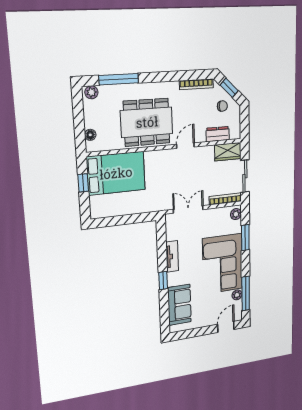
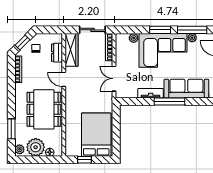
window: (119, 79) -> (11, 129), width x0.69
plant: (96, 115) -> (36, 147), added
wardrobe: (228, 152) -> (72, 50), width x1.50
bed: (116, 173) -> (96, 135), moved
plant: (236, 214) -> (134, 38), moved
window: (245, 238) -> (160, 30), moved
window: (163, 281) -> (169, 101), width x2.17
sofa: (179, 305) -> (186, 89), width x1.36

